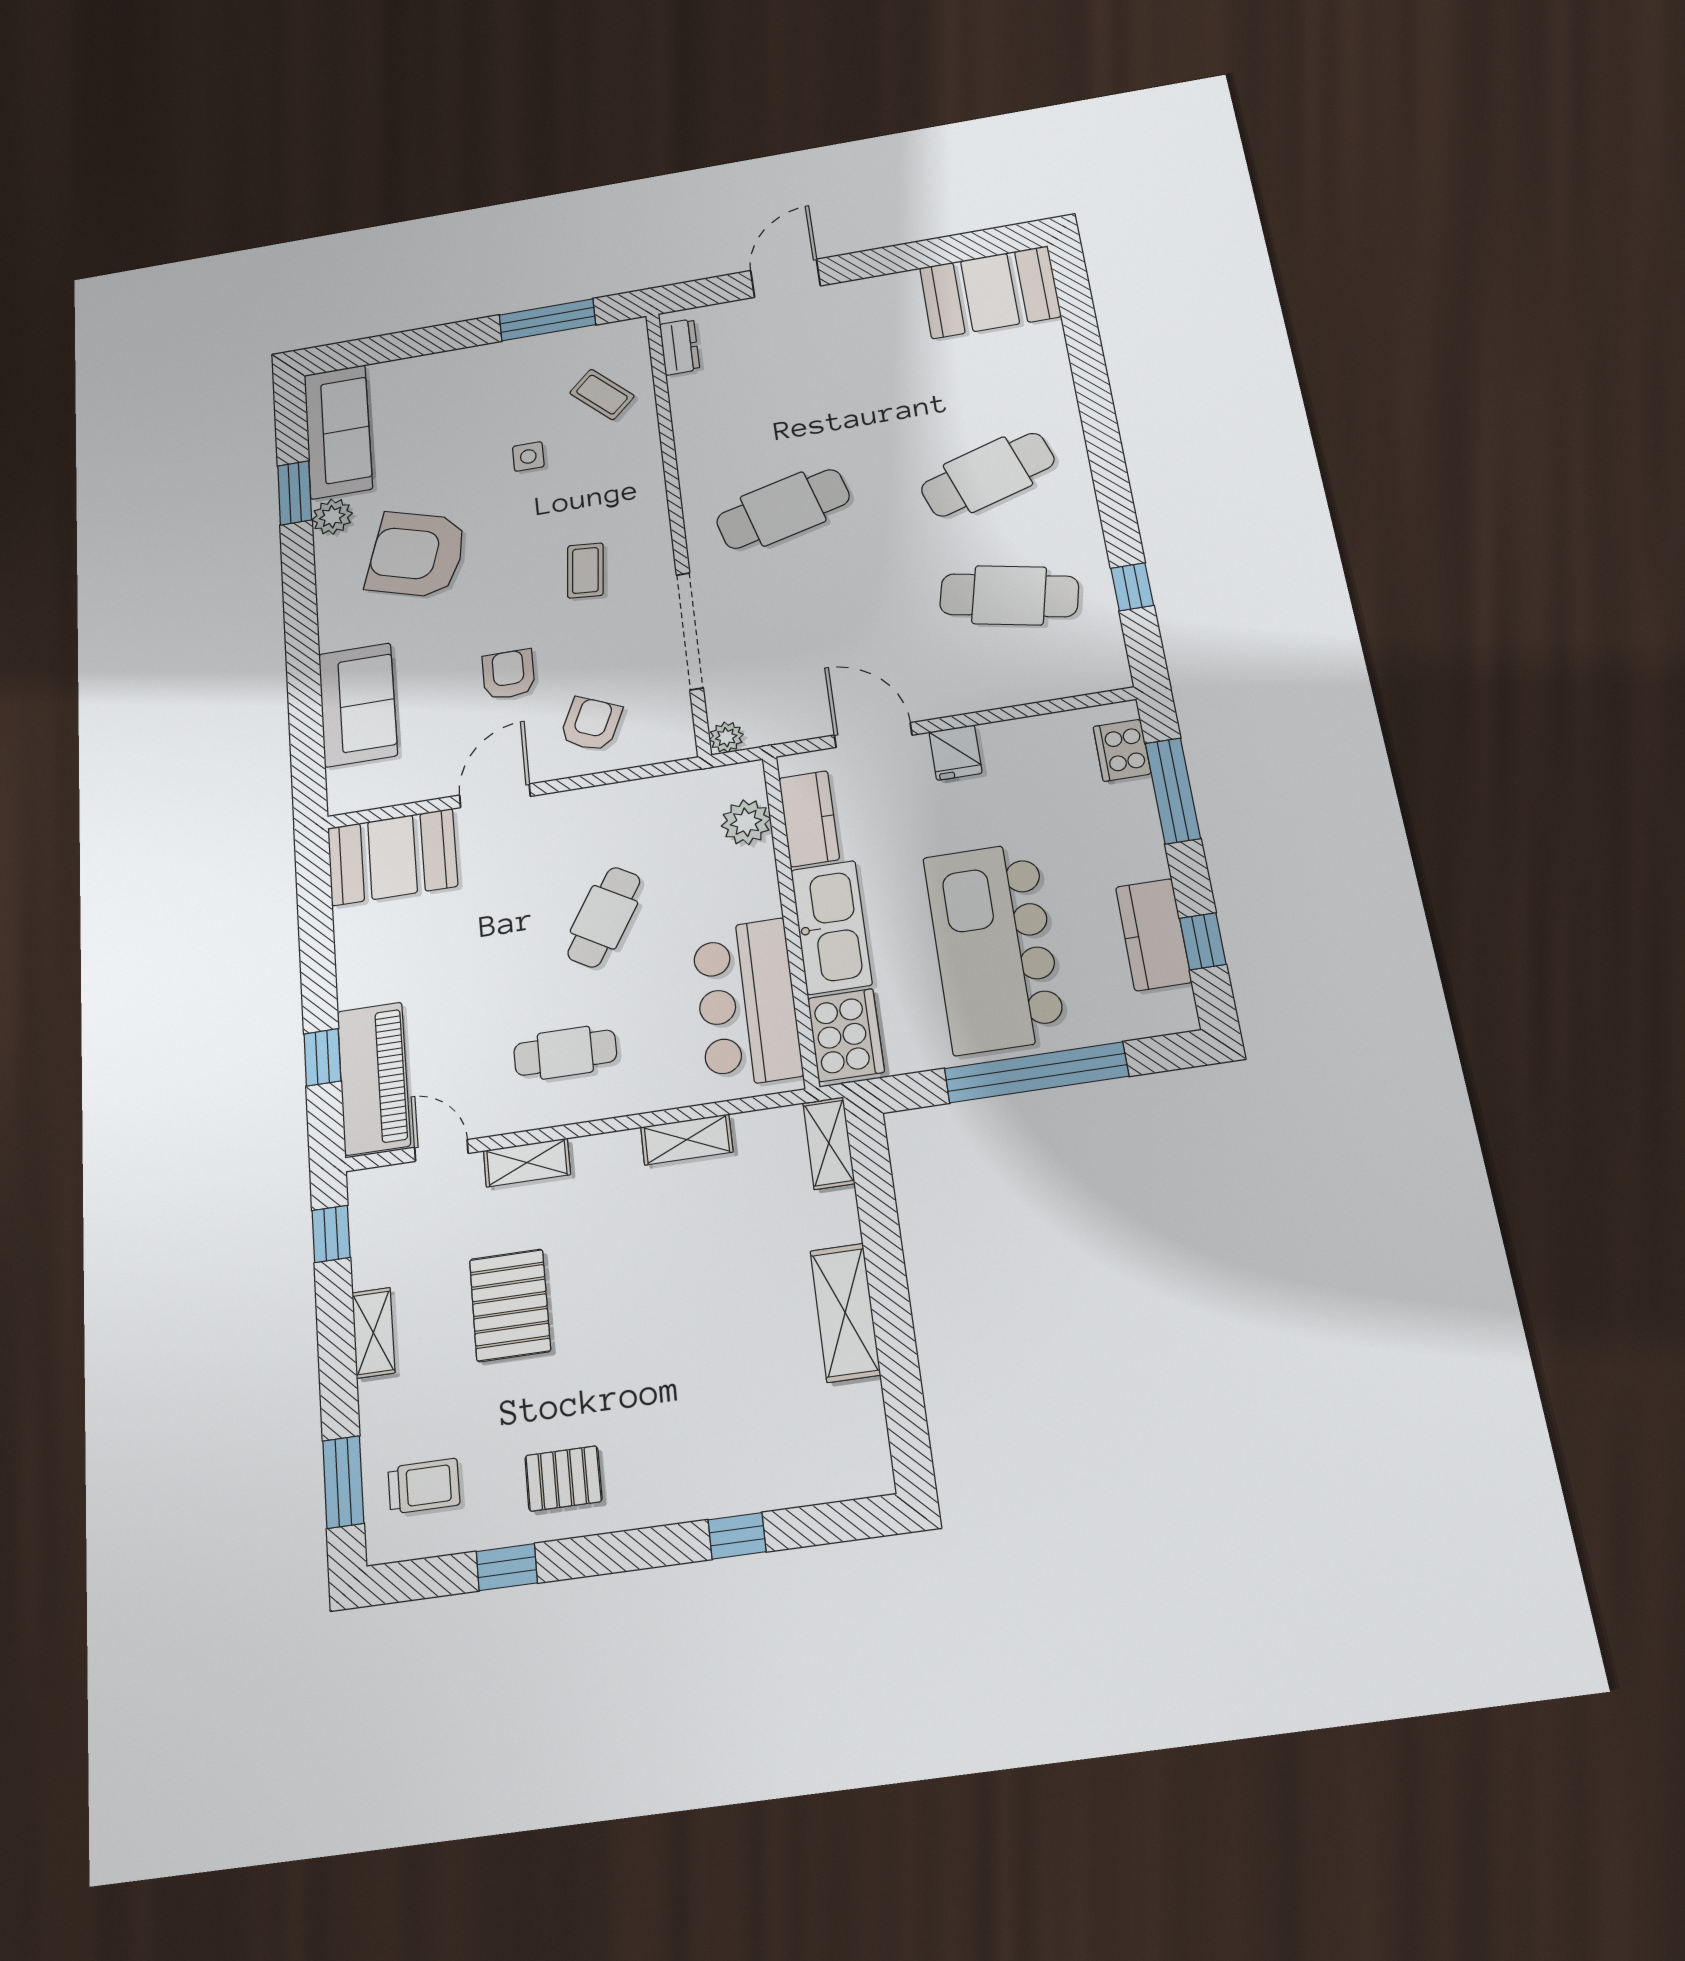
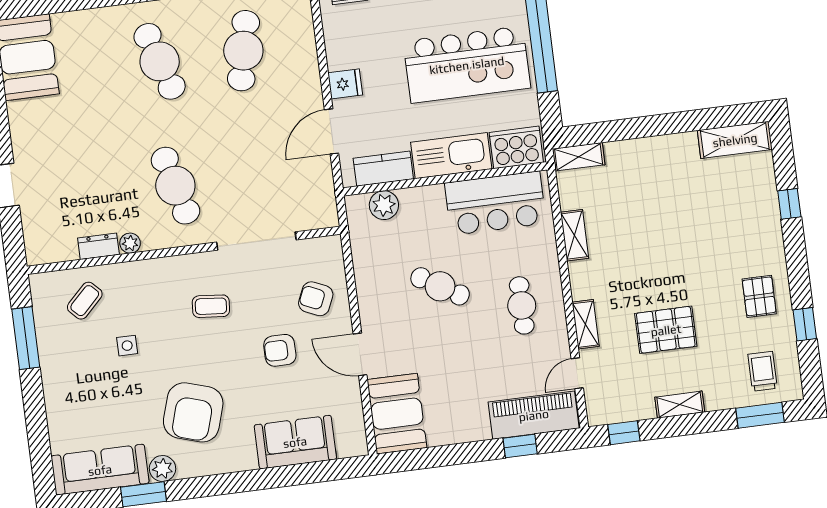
dresser: (680, 347) -> (98, 246), moved
plant: (726, 737) -> (130, 243), moved
shelving: (845, 1312) -> (735, 140), moved

